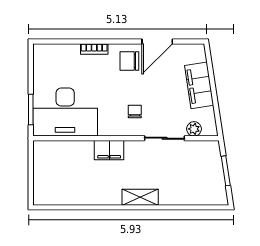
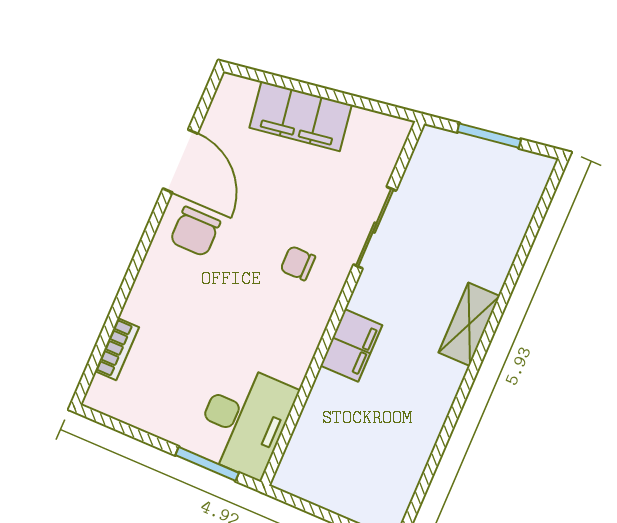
bookcase: (94, 49) -> (117, 349), moved
desk: (65, 112) -> (244, 421), width x0.73, depth x0.77
plant: (194, 129) -> (381, 162), removed

